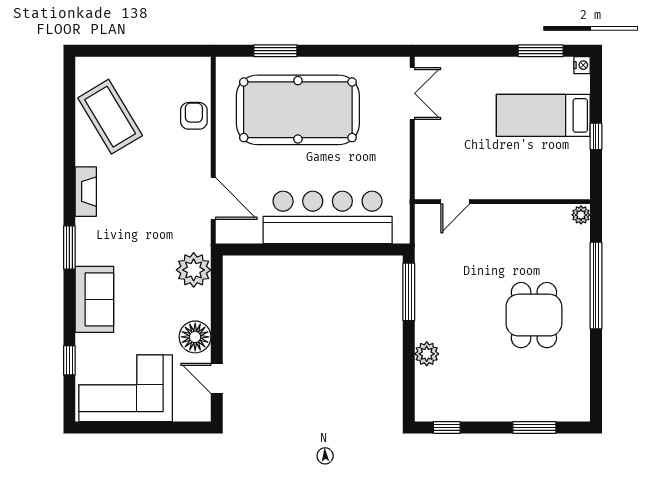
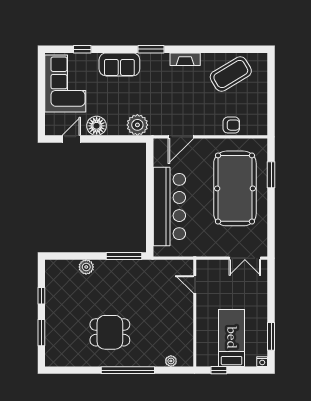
door: (455, 202) -> (195, 284), moved
wall: (502, 202) -> (195, 313), moved
window: (447, 427) -> (41, 296), moved

